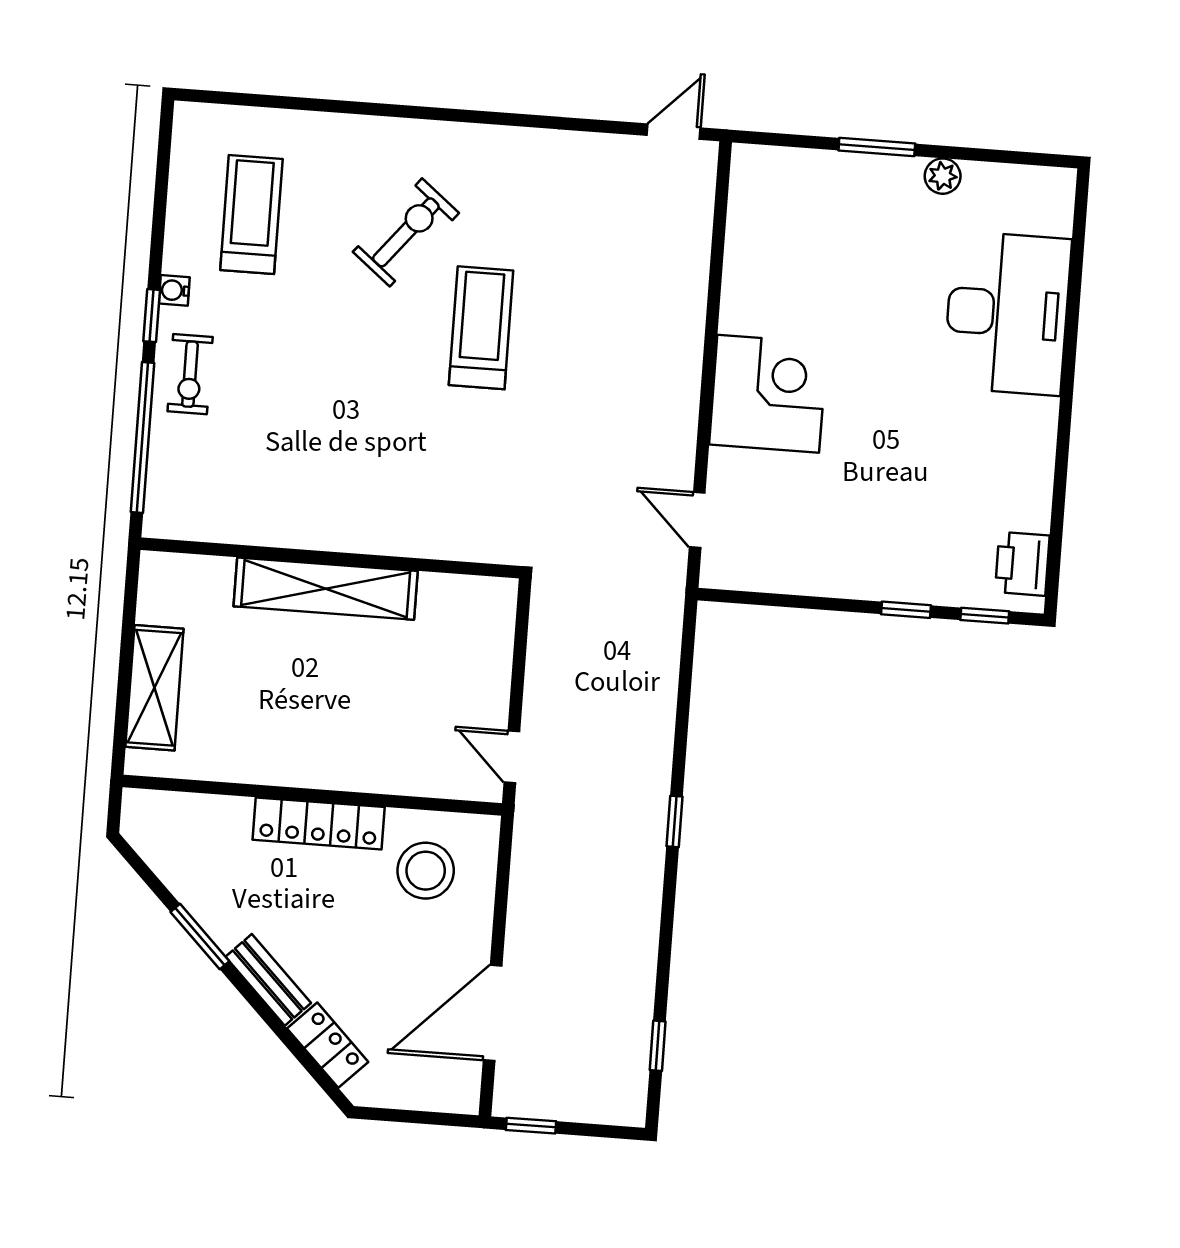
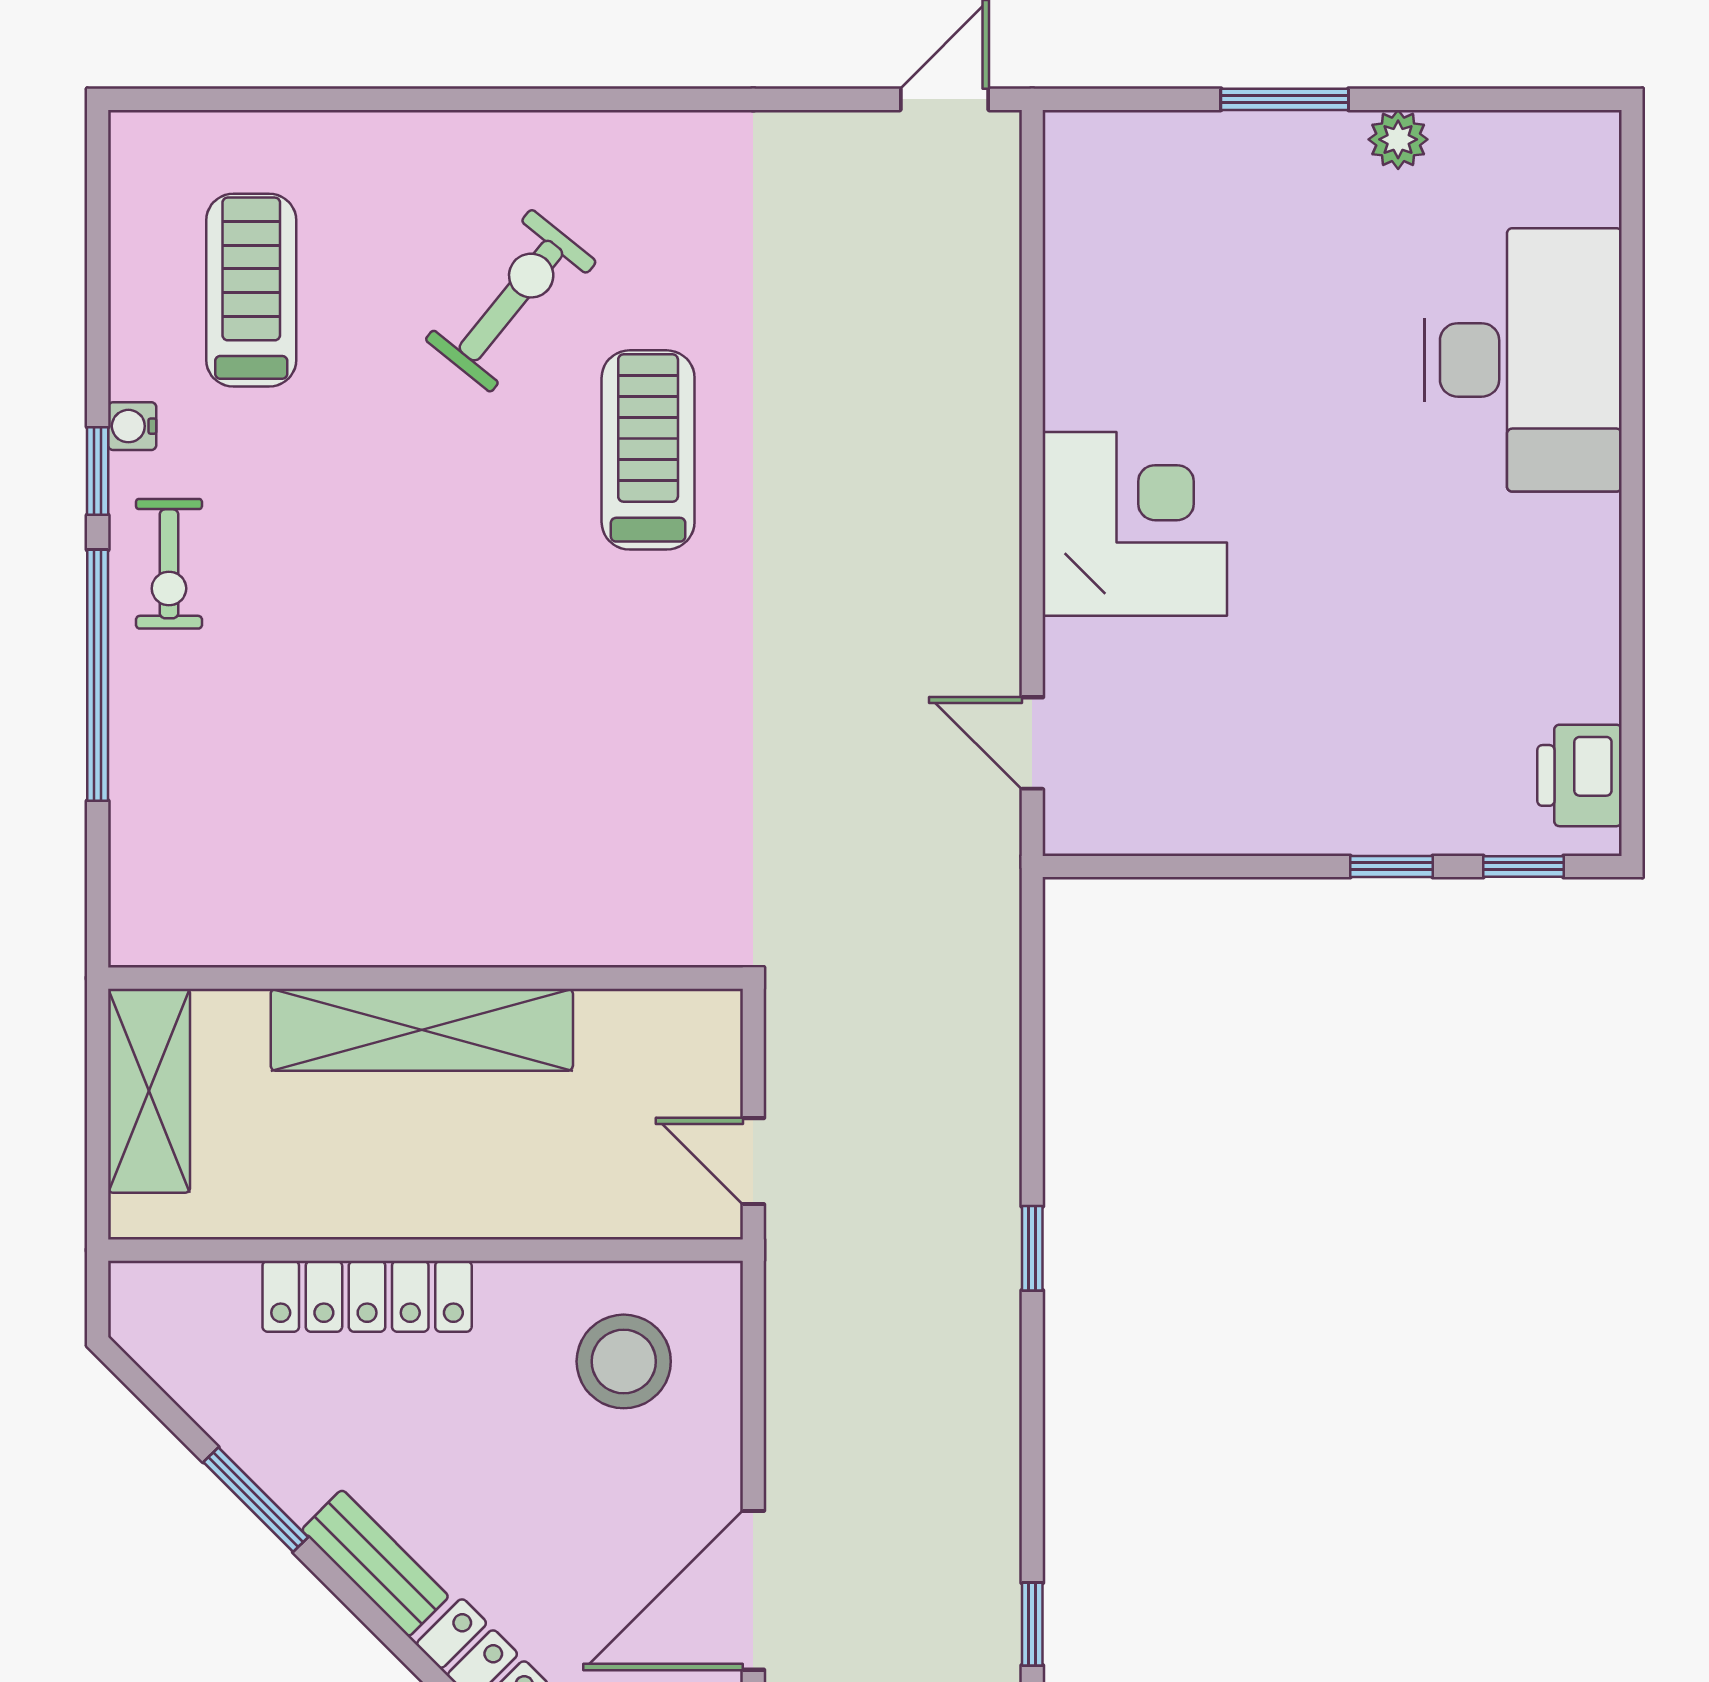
wall: (330, 558) -> (425, 978), moved
shelving: (326, 589) -> (422, 1030), moved
locker: (319, 823) -> (367, 1296), moved

